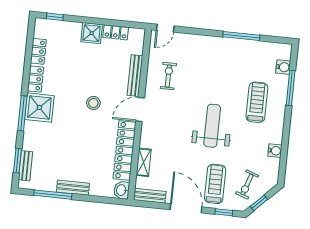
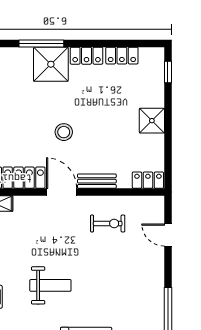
door: (165, 28) -> (168, 235), moved
locker: (116, 32) -> (148, 180), moved, turned 90
bench: (135, 76) -> (97, 181), width x0.73
weight bench: (212, 126) -> (50, 285), width x0.73, depth x0.75

